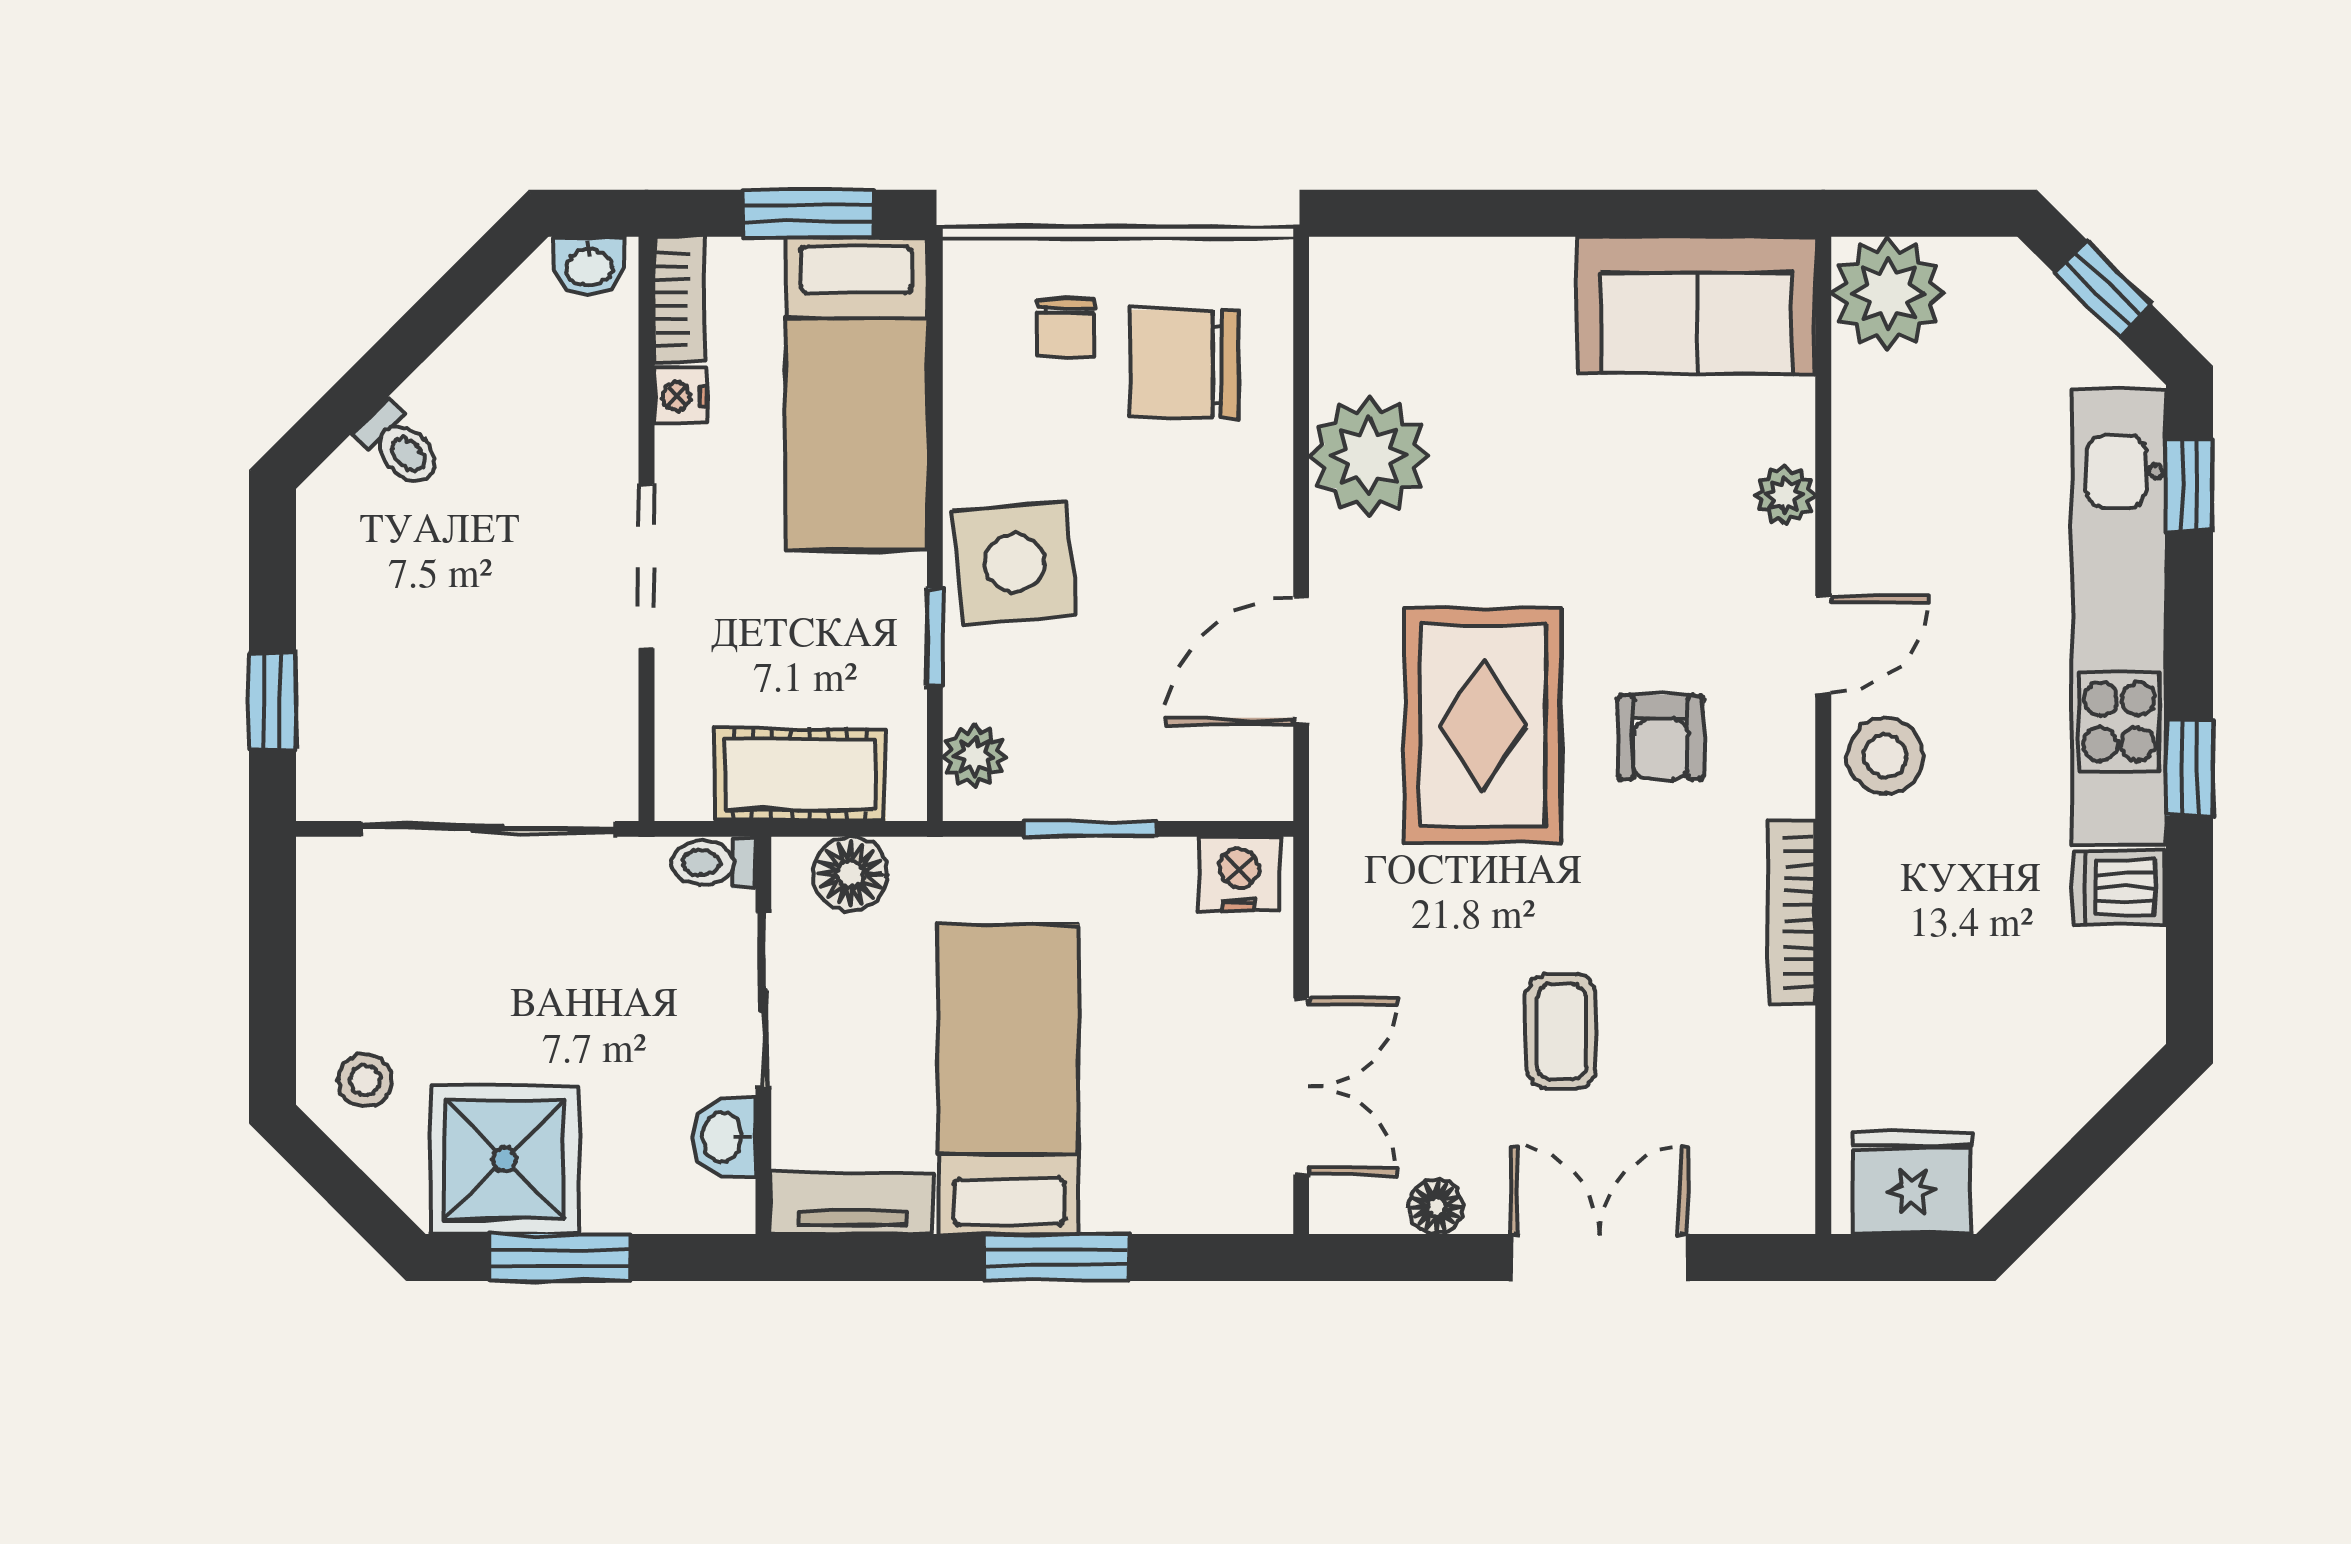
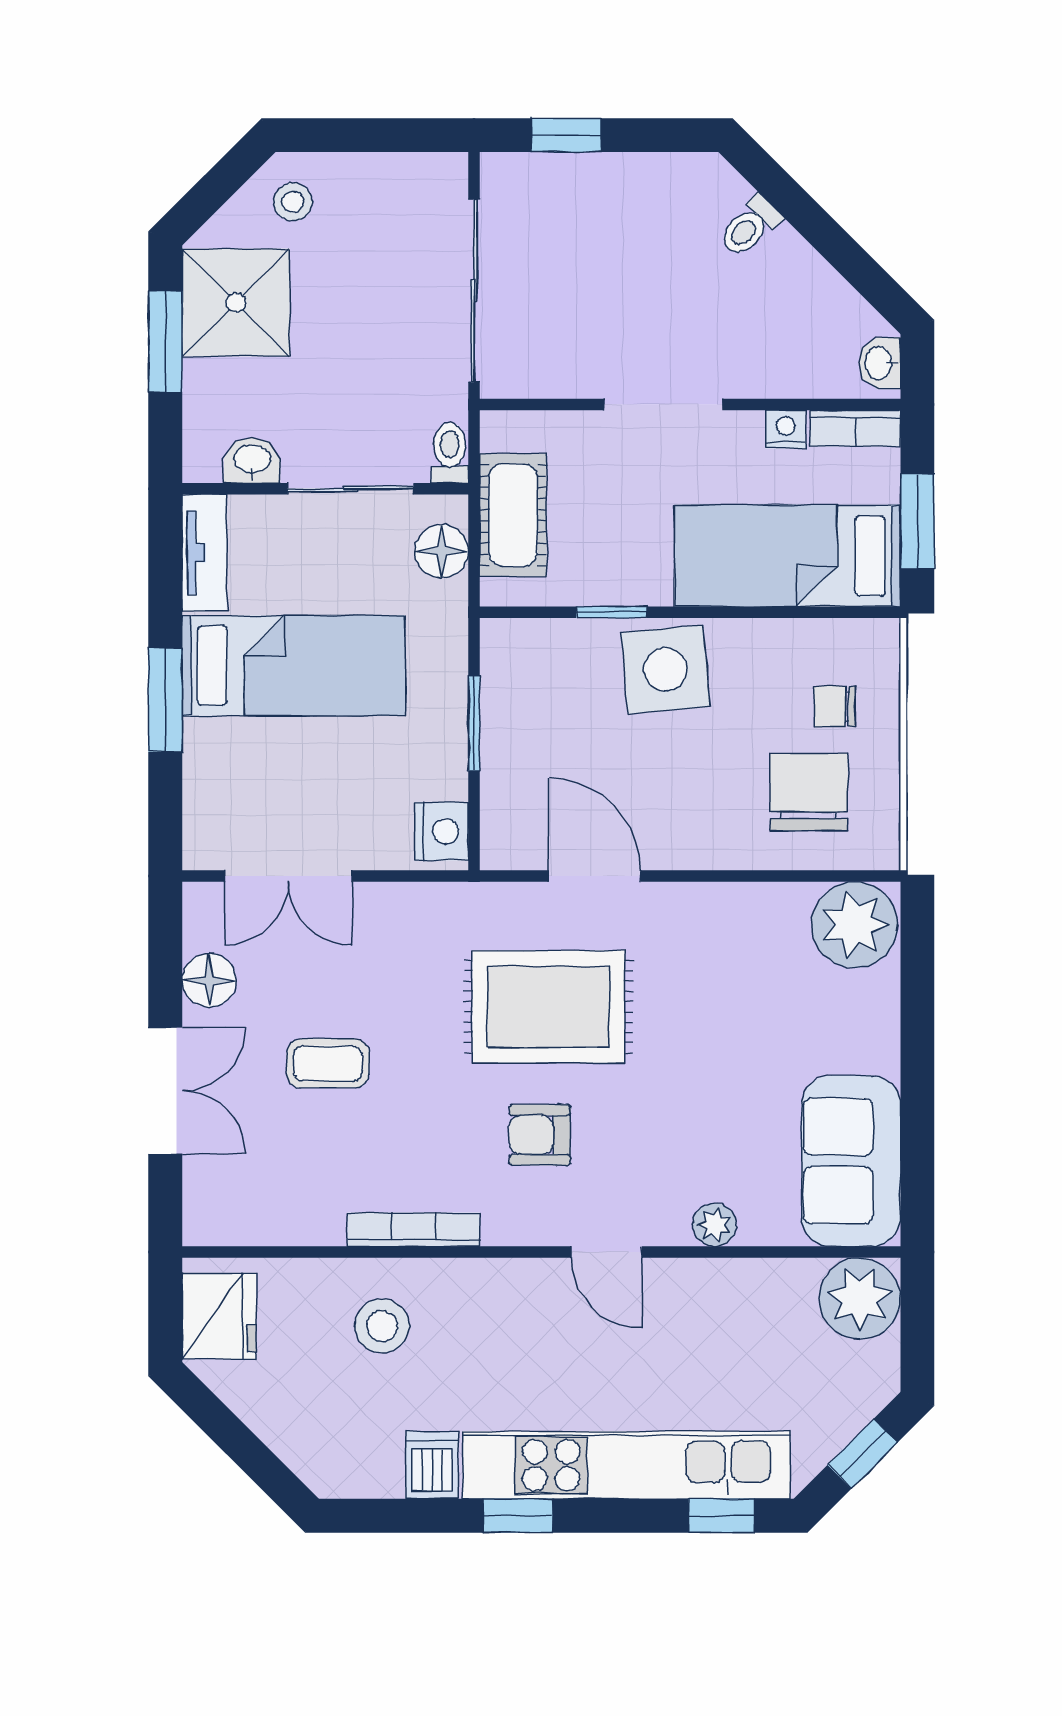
plant: (1369, 456) -> (855, 925), moved
plant: (974, 756) -> (526, 641), removed
stool: (1885, 756) -> (382, 1326), moved
floor lamp: (1436, 1207) -> (209, 980), width x1.37, depth x1.37

